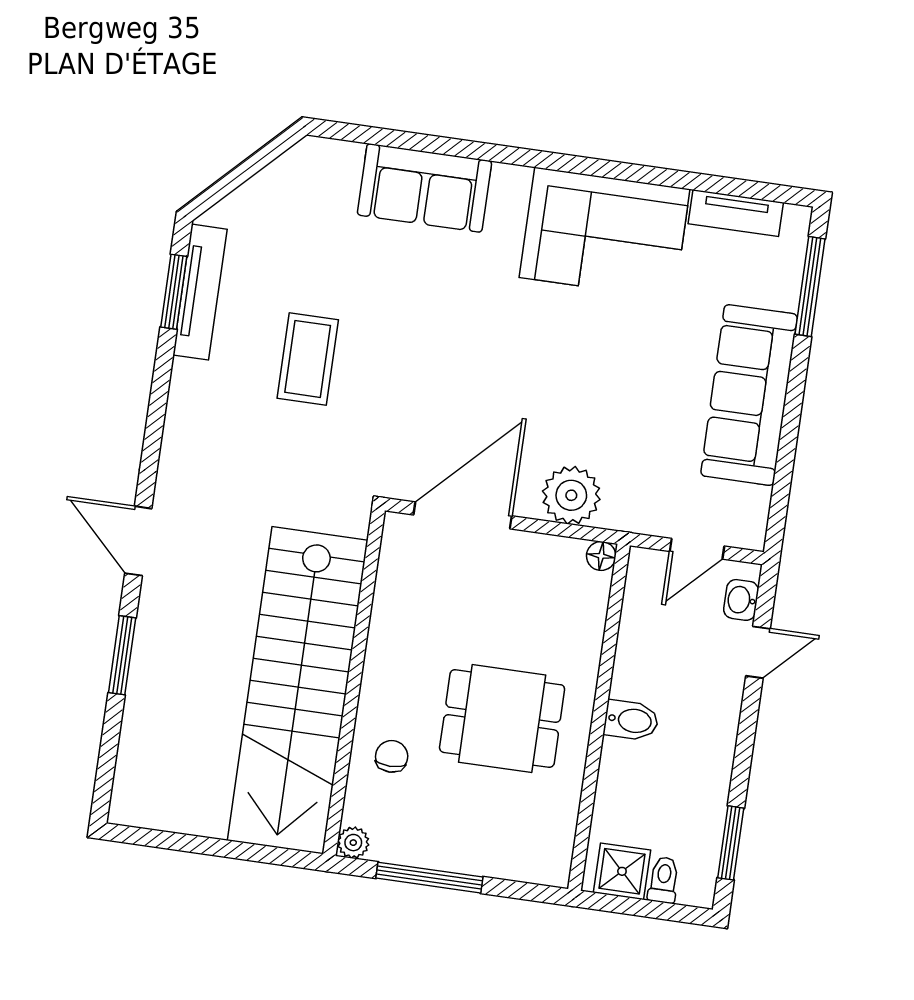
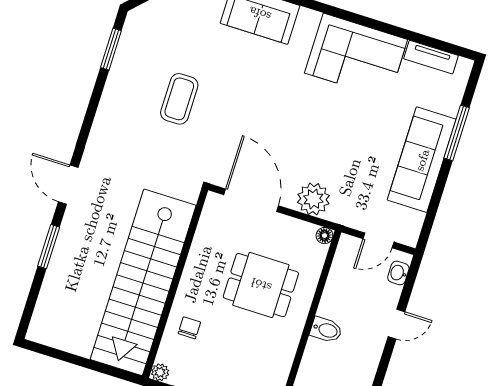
window: (810, 286) -> (457, 133), moved
tv unit: (200, 292) -> (126, 52), removed
door: (463, 515) -> (251, 200), hinge flipped
door: (758, 652) -> (396, 324), moved
dining table: (502, 719) -> (261, 285), moved

